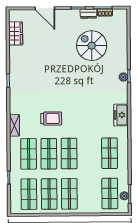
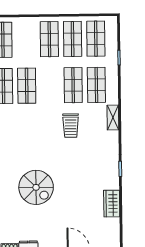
wardrobe: (16, 33) -> (112, 204), moved
spiral stairs: (92, 46) -> (36, 187), moved
trolley: (51, 119) -> (71, 126), turned -90
shop shelf: (69, 154) -> (27, 86), moved

